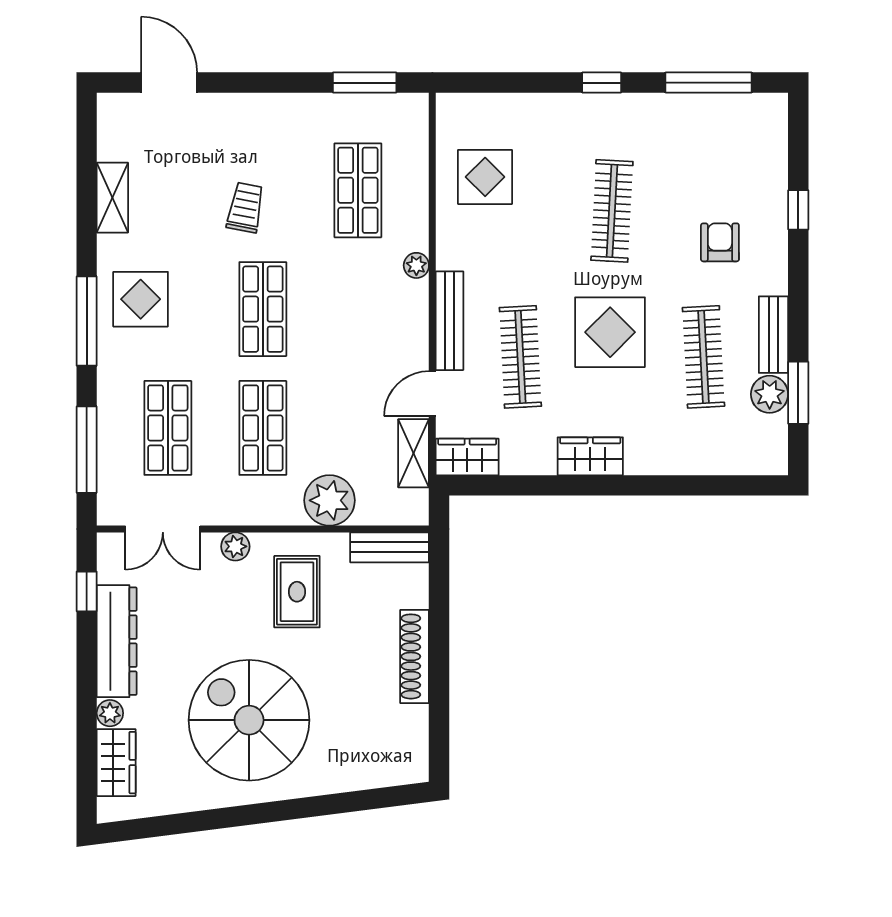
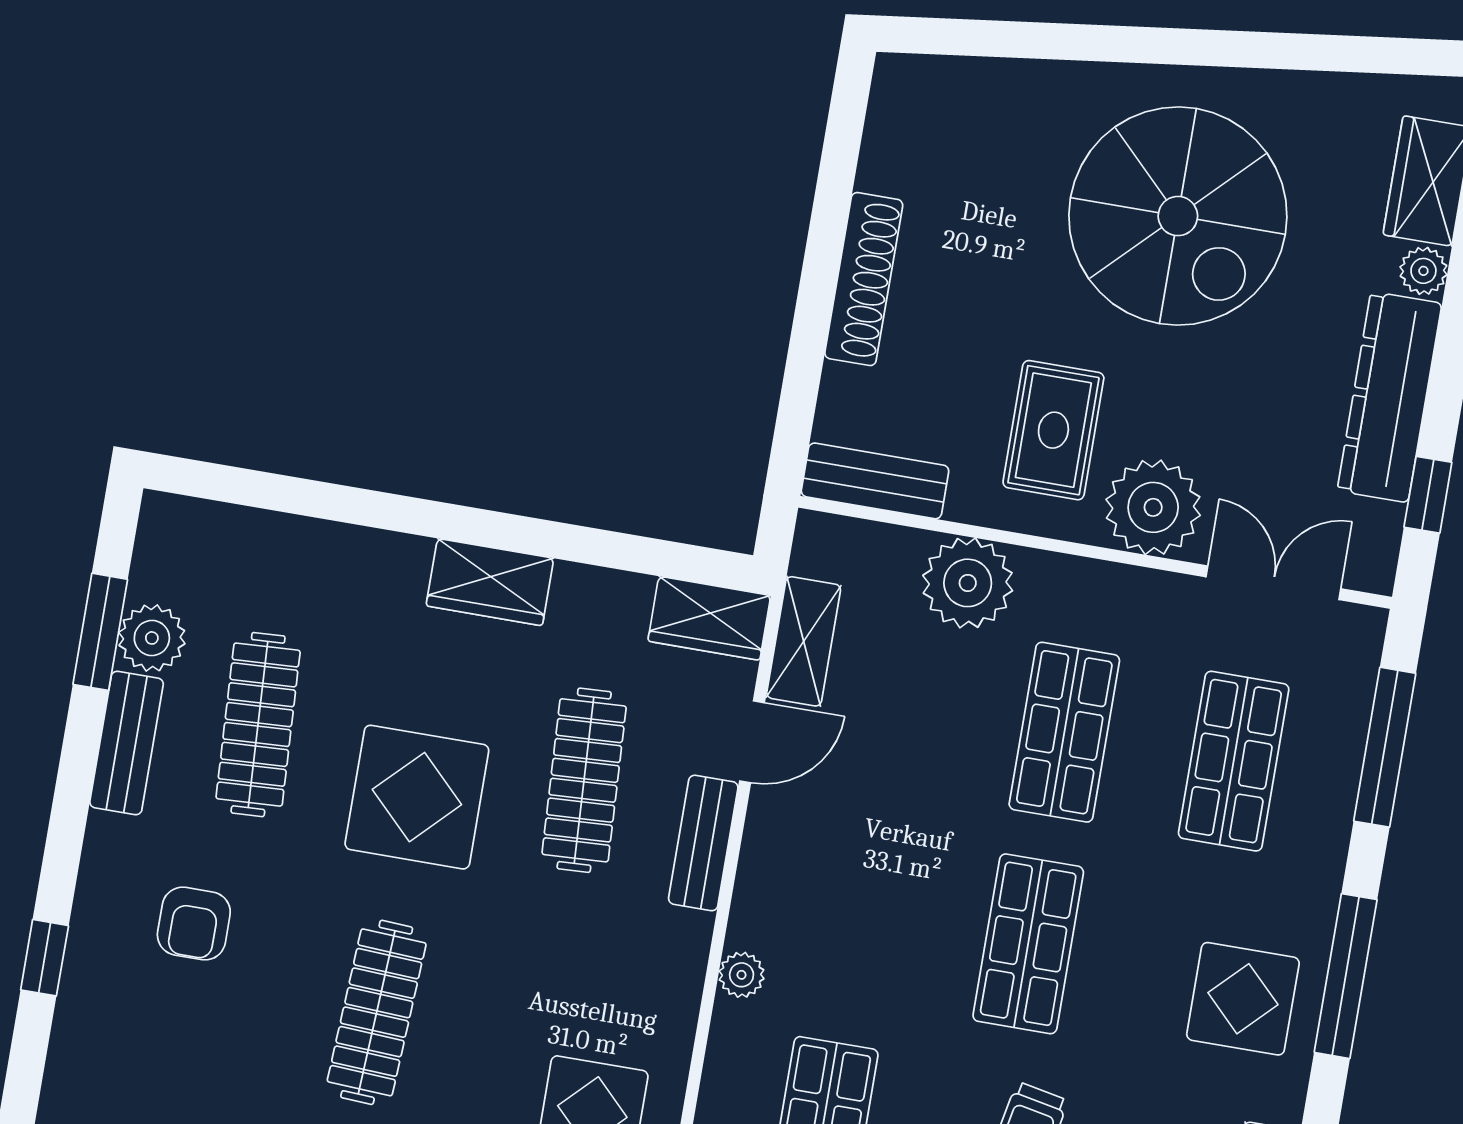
bench: (450, 321) -> (703, 843), width x0.73
plant: (235, 546) -> (1153, 507), width x1.88, depth x1.88

